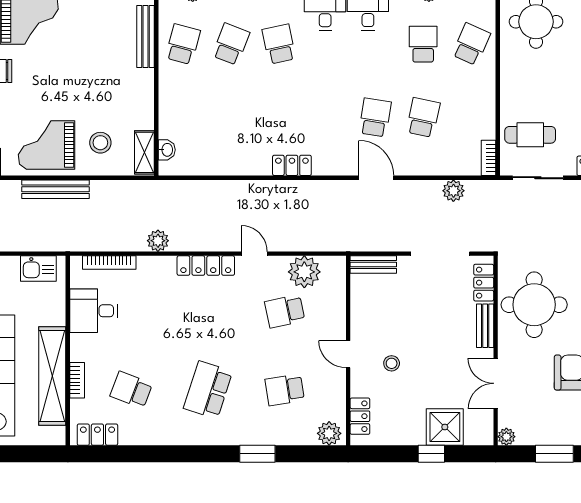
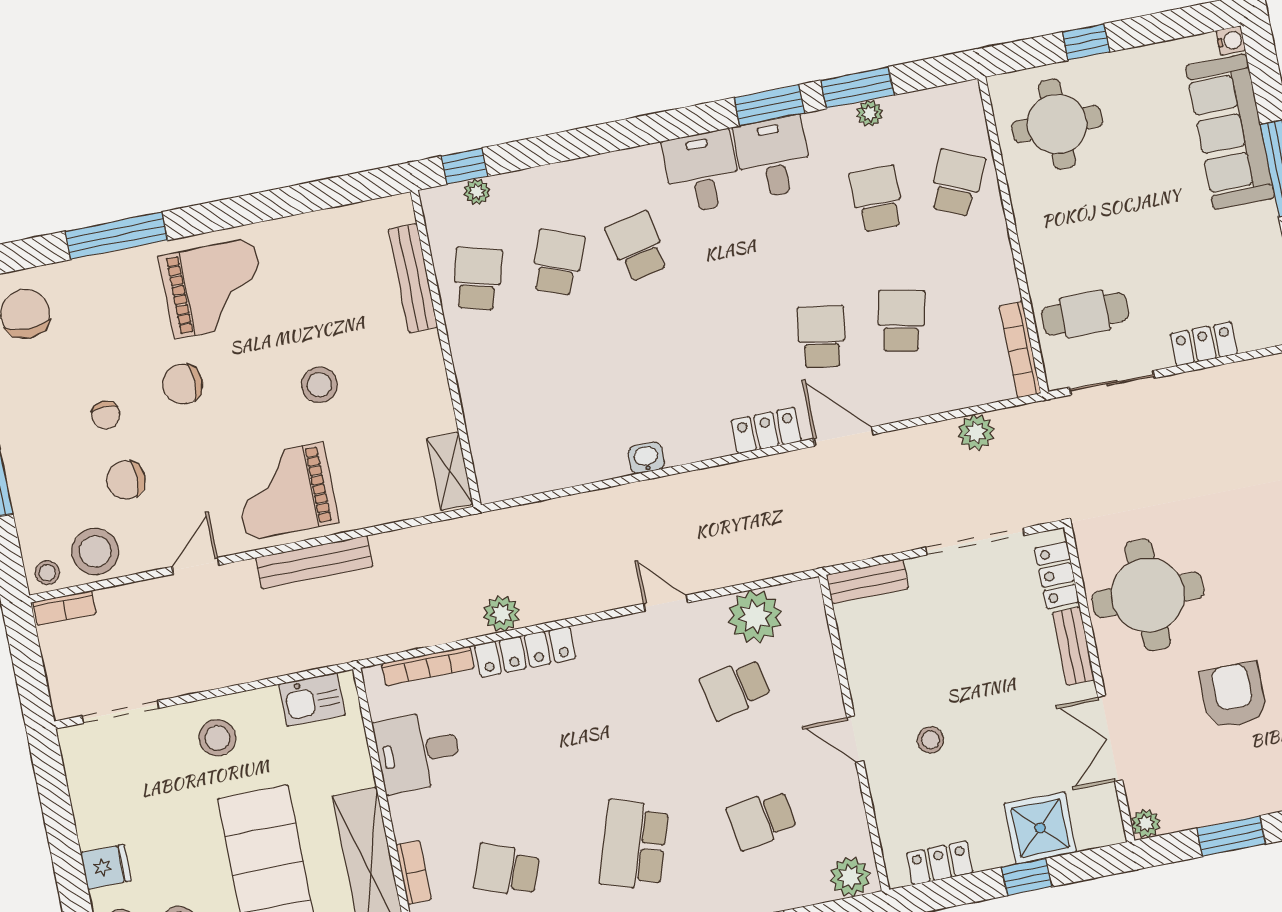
stool: (100, 143) -> (319, 385), moved
washbasin: (167, 150) -> (646, 458), moved, turned -90
bookcase: (489, 158) -> (1020, 350), width x1.56
locker: (292, 165) -> (766, 430), moved
locker: (206, 266) -> (525, 652), moved
locker: (360, 416) -> (940, 863), moved, turned -90

